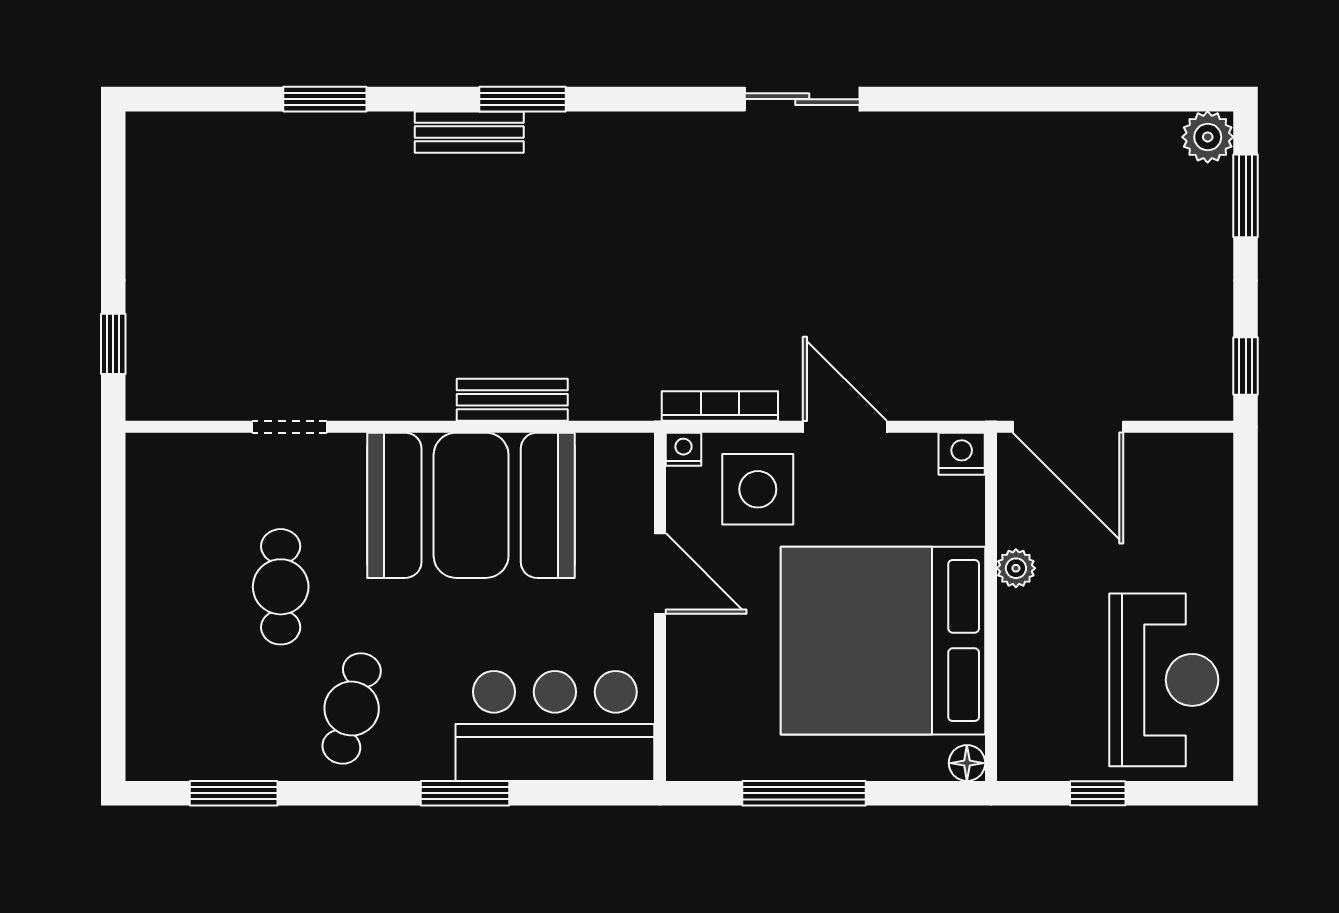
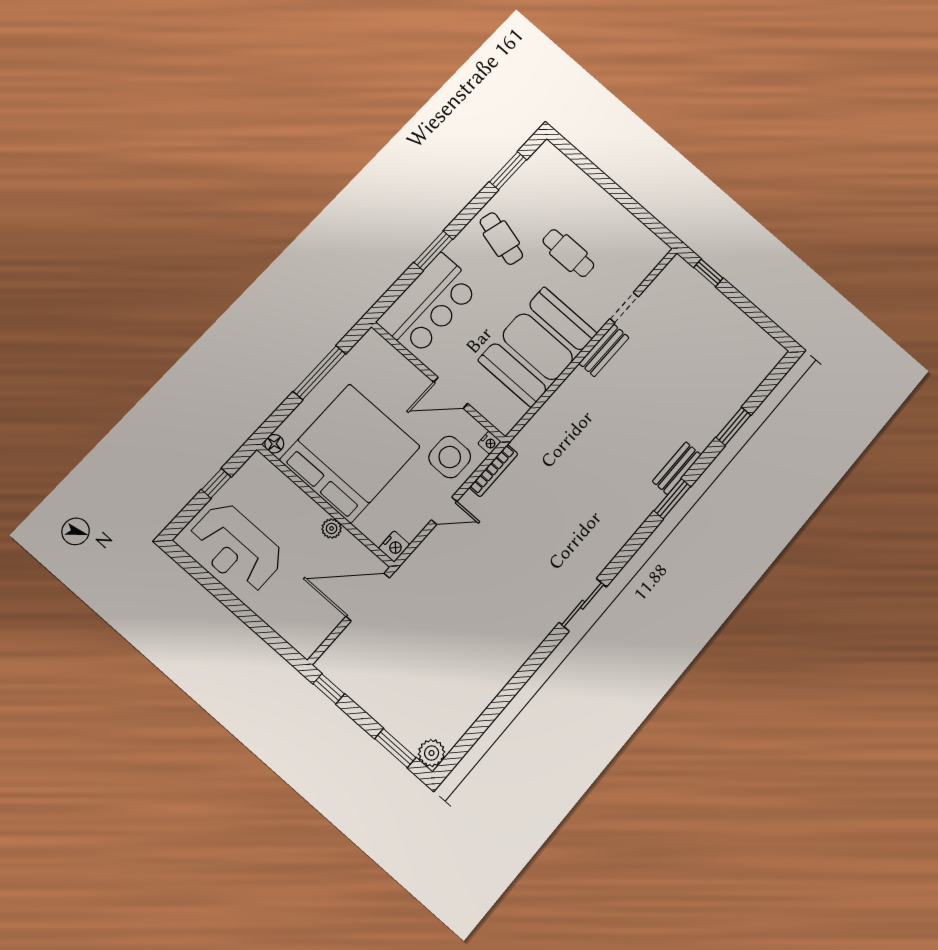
bench: (512, 400) -> (604, 350), moved
door: (845, 427) -> (444, 511), width x0.73

